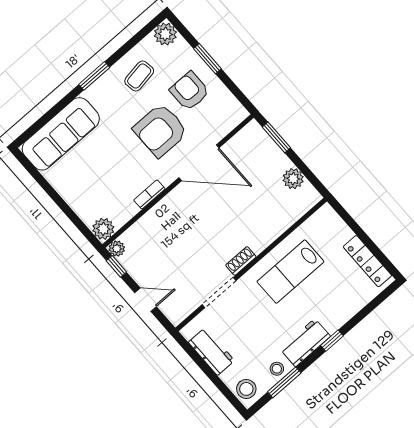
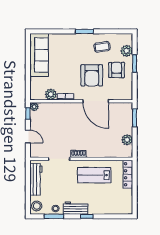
plant: (165, 34) -> (127, 51), moved
armchair: (160, 130) -> (92, 75), turned -90
sofa: (61, 134) -> (39, 55), moved, turned -90
plant: (103, 229) -> (51, 94), moved
locker: (367, 261) -> (128, 174), moved
workbench: (211, 351) -> (36, 179), width x1.38

